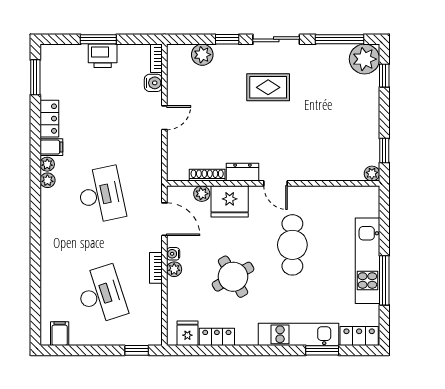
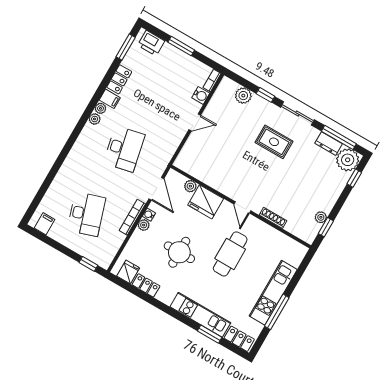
printer: (103, 56) -> (151, 43), moved
dresser: (242, 172) -> (329, 144), moved, turned 180
plant: (372, 174) -> (321, 217), moved
shoe rack: (207, 175) -> (273, 218), moved
bookcase: (156, 268) -> (132, 217), width x1.56
round table: (233, 277) -> (179, 252), turned 30

